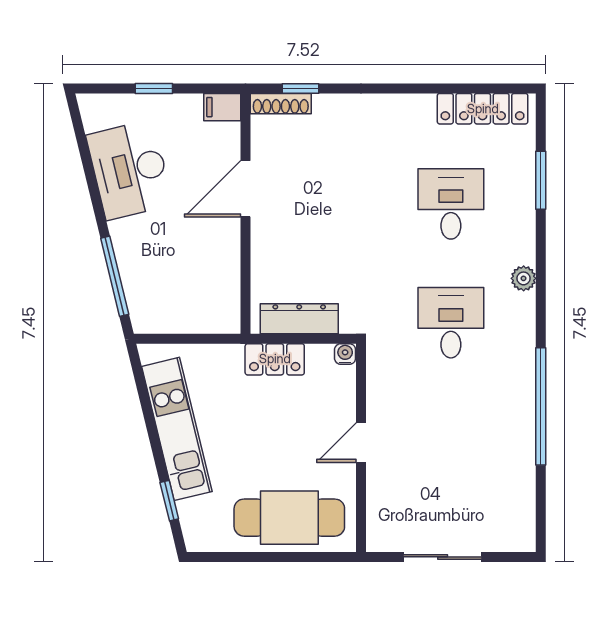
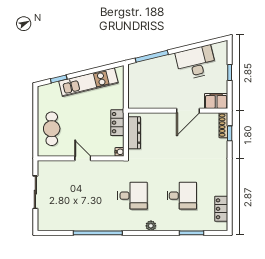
filing cabinet: (222, 107) -> (216, 101), width x2.00
locker: (483, 109) -> (221, 209), width x0.66
door: (245, 189) -> (188, 111), swing flipped
cafe table: (289, 518) -> (52, 129), width x0.73, depth x0.74

